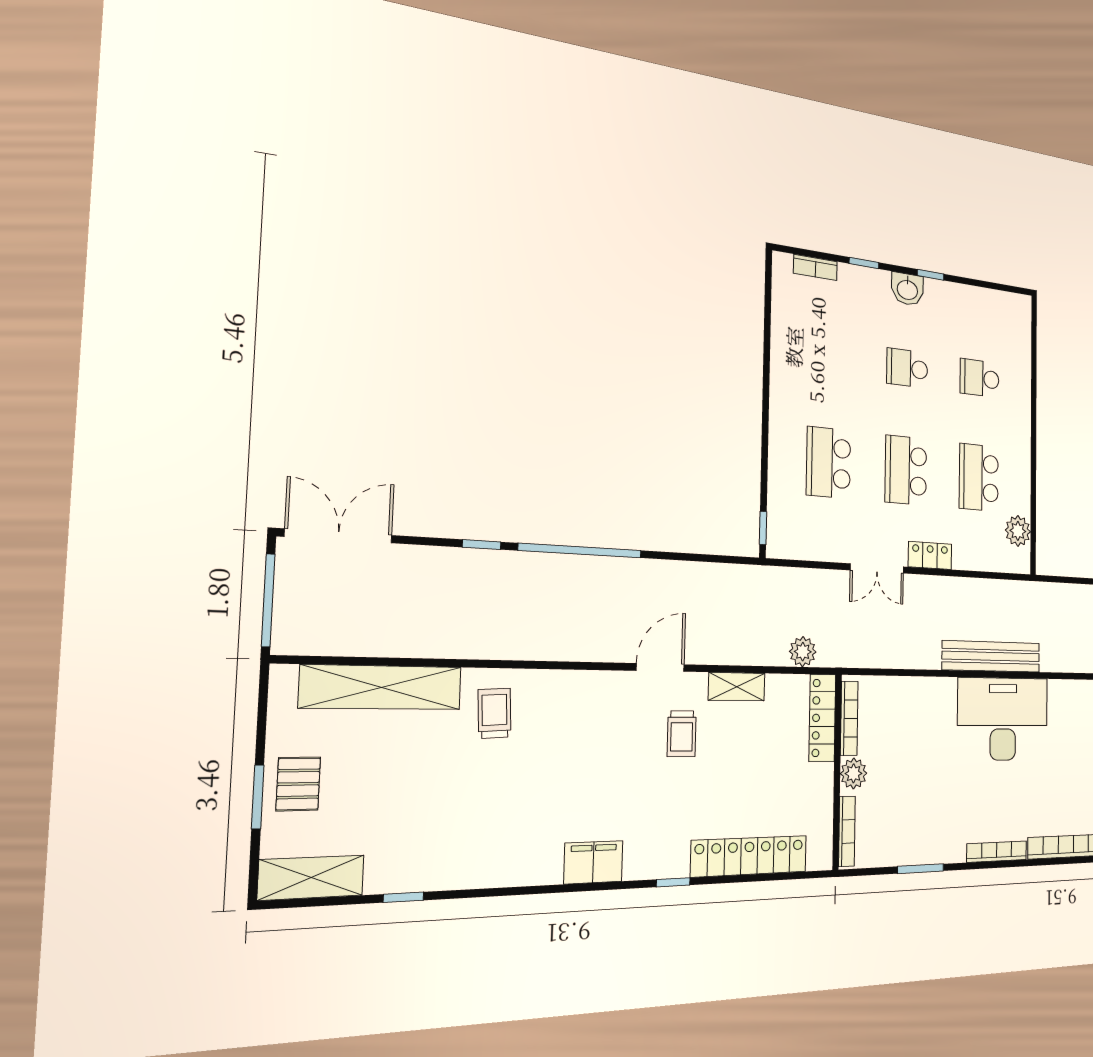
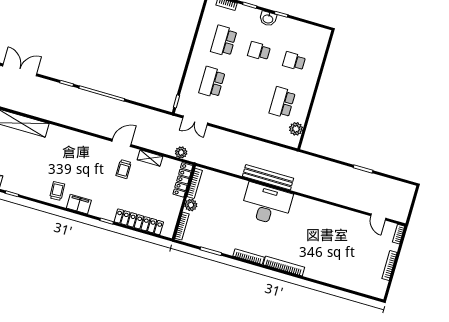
school desk: (906, 470) -> (224, 41), moved
locker: (930, 555) -> (249, 129), removed
double door: (877, 568) -> (195, 120), moved
trolley: (494, 713) -> (57, 191), moved

